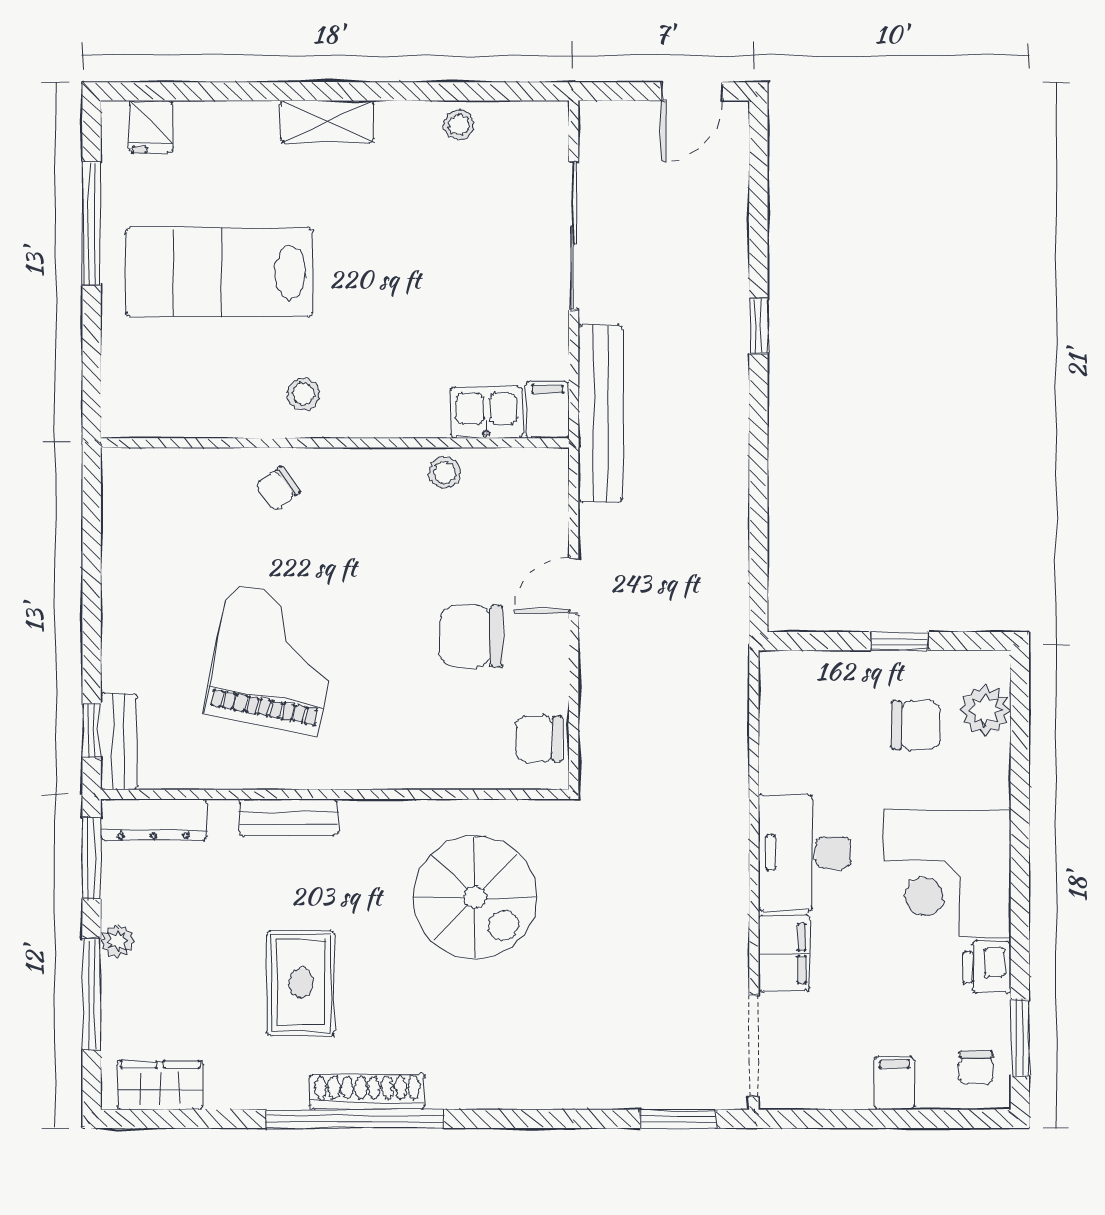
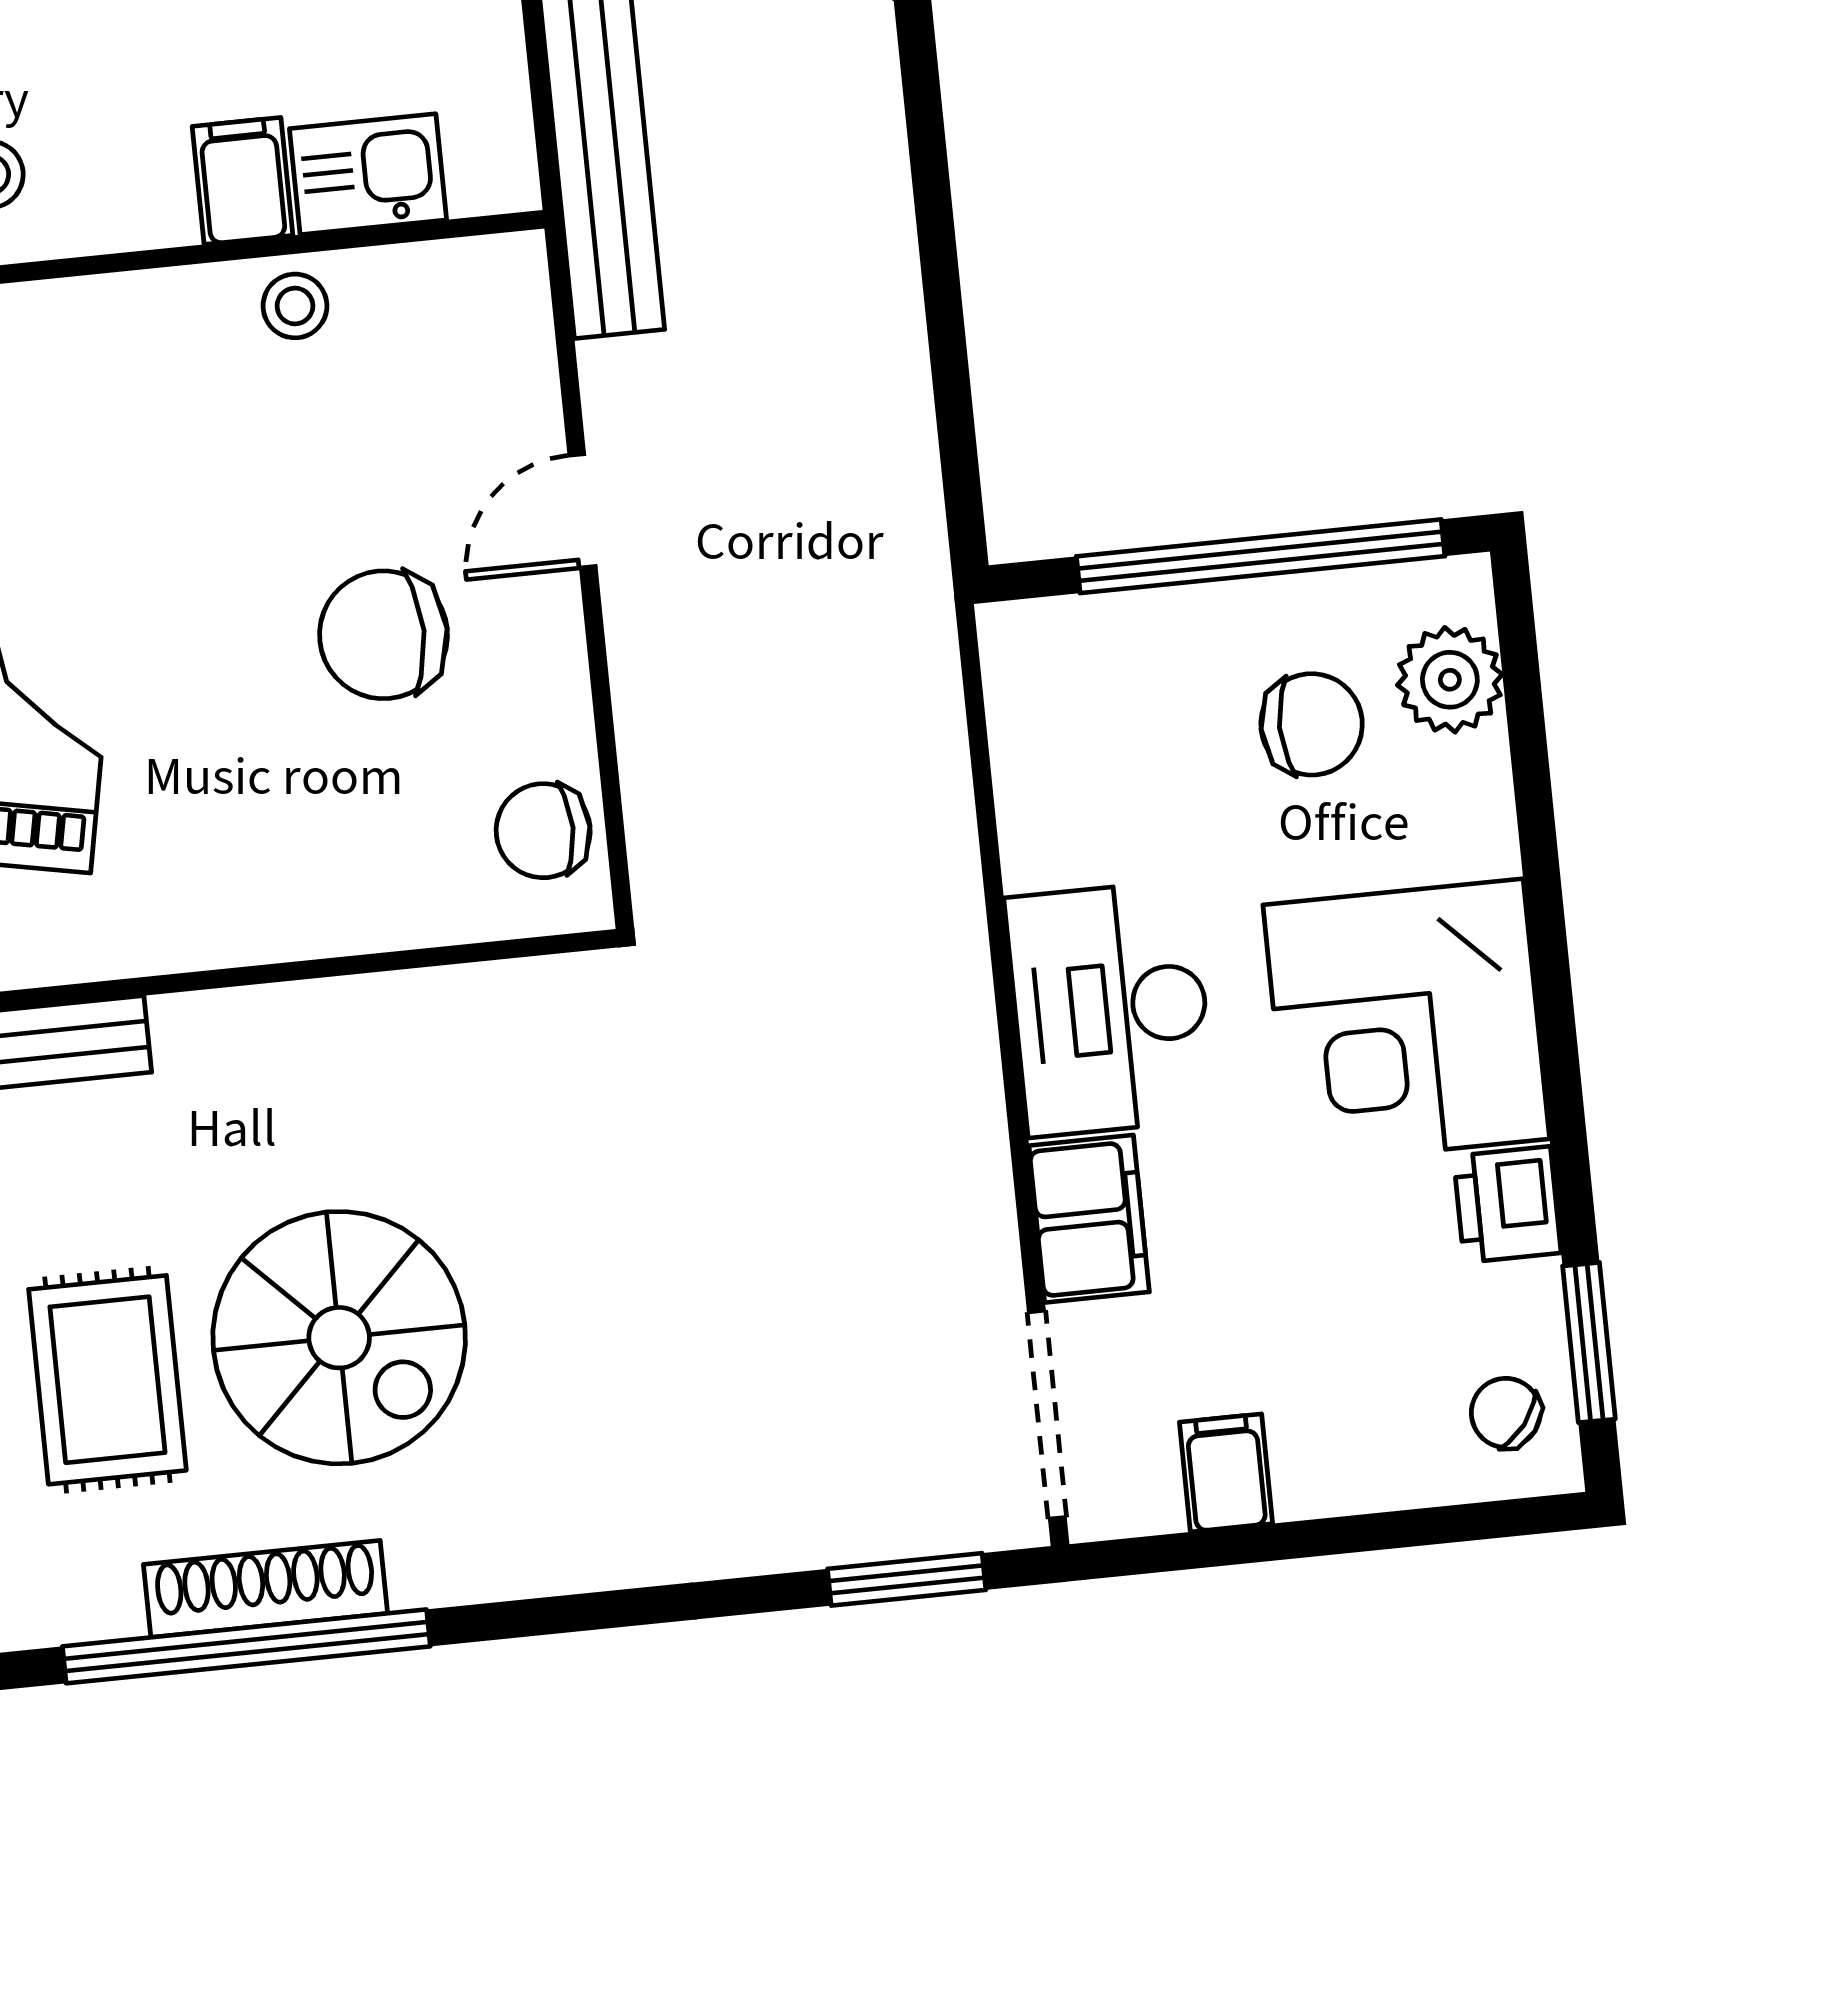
filing cabinet: (548, 410) -> (242, 181), moved
window: (900, 641) -> (1261, 556), width x3.17
spiral stairs: (475, 897) -> (339, 1338), moved
chair: (976, 1068) -> (1506, 1413), turned 128
filing cabinet: (894, 1083) -> (1226, 1473), moved

